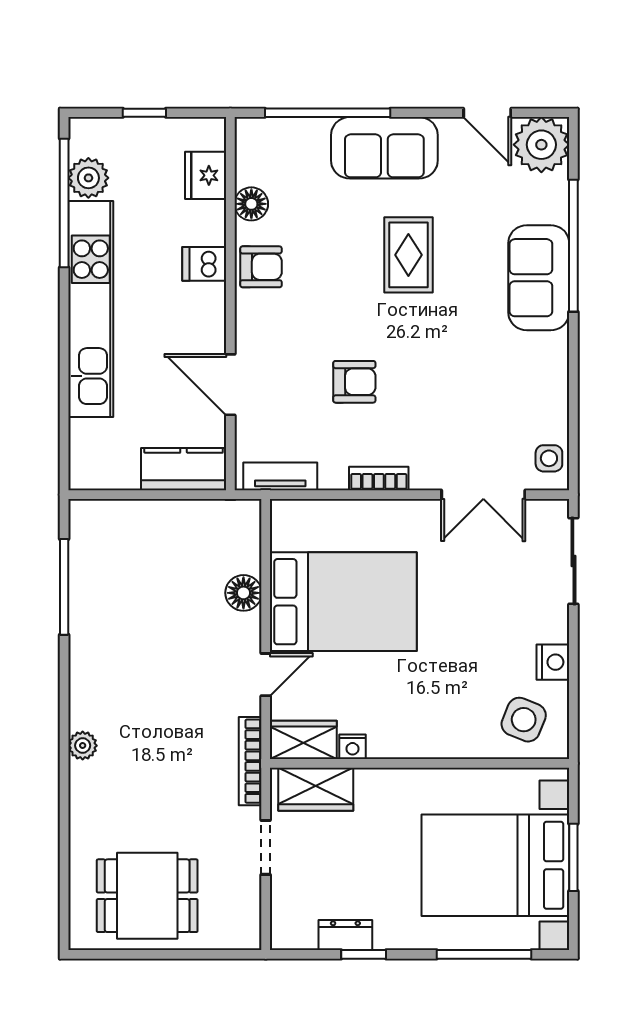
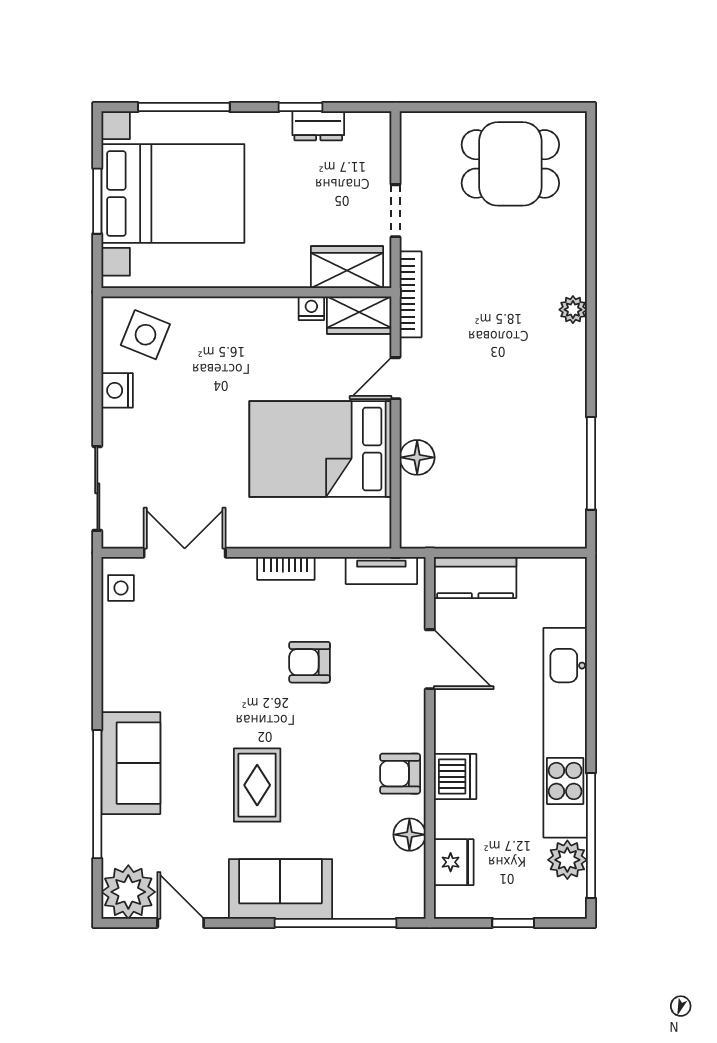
dishwasher: (204, 264) -> (455, 777), width x1.38

